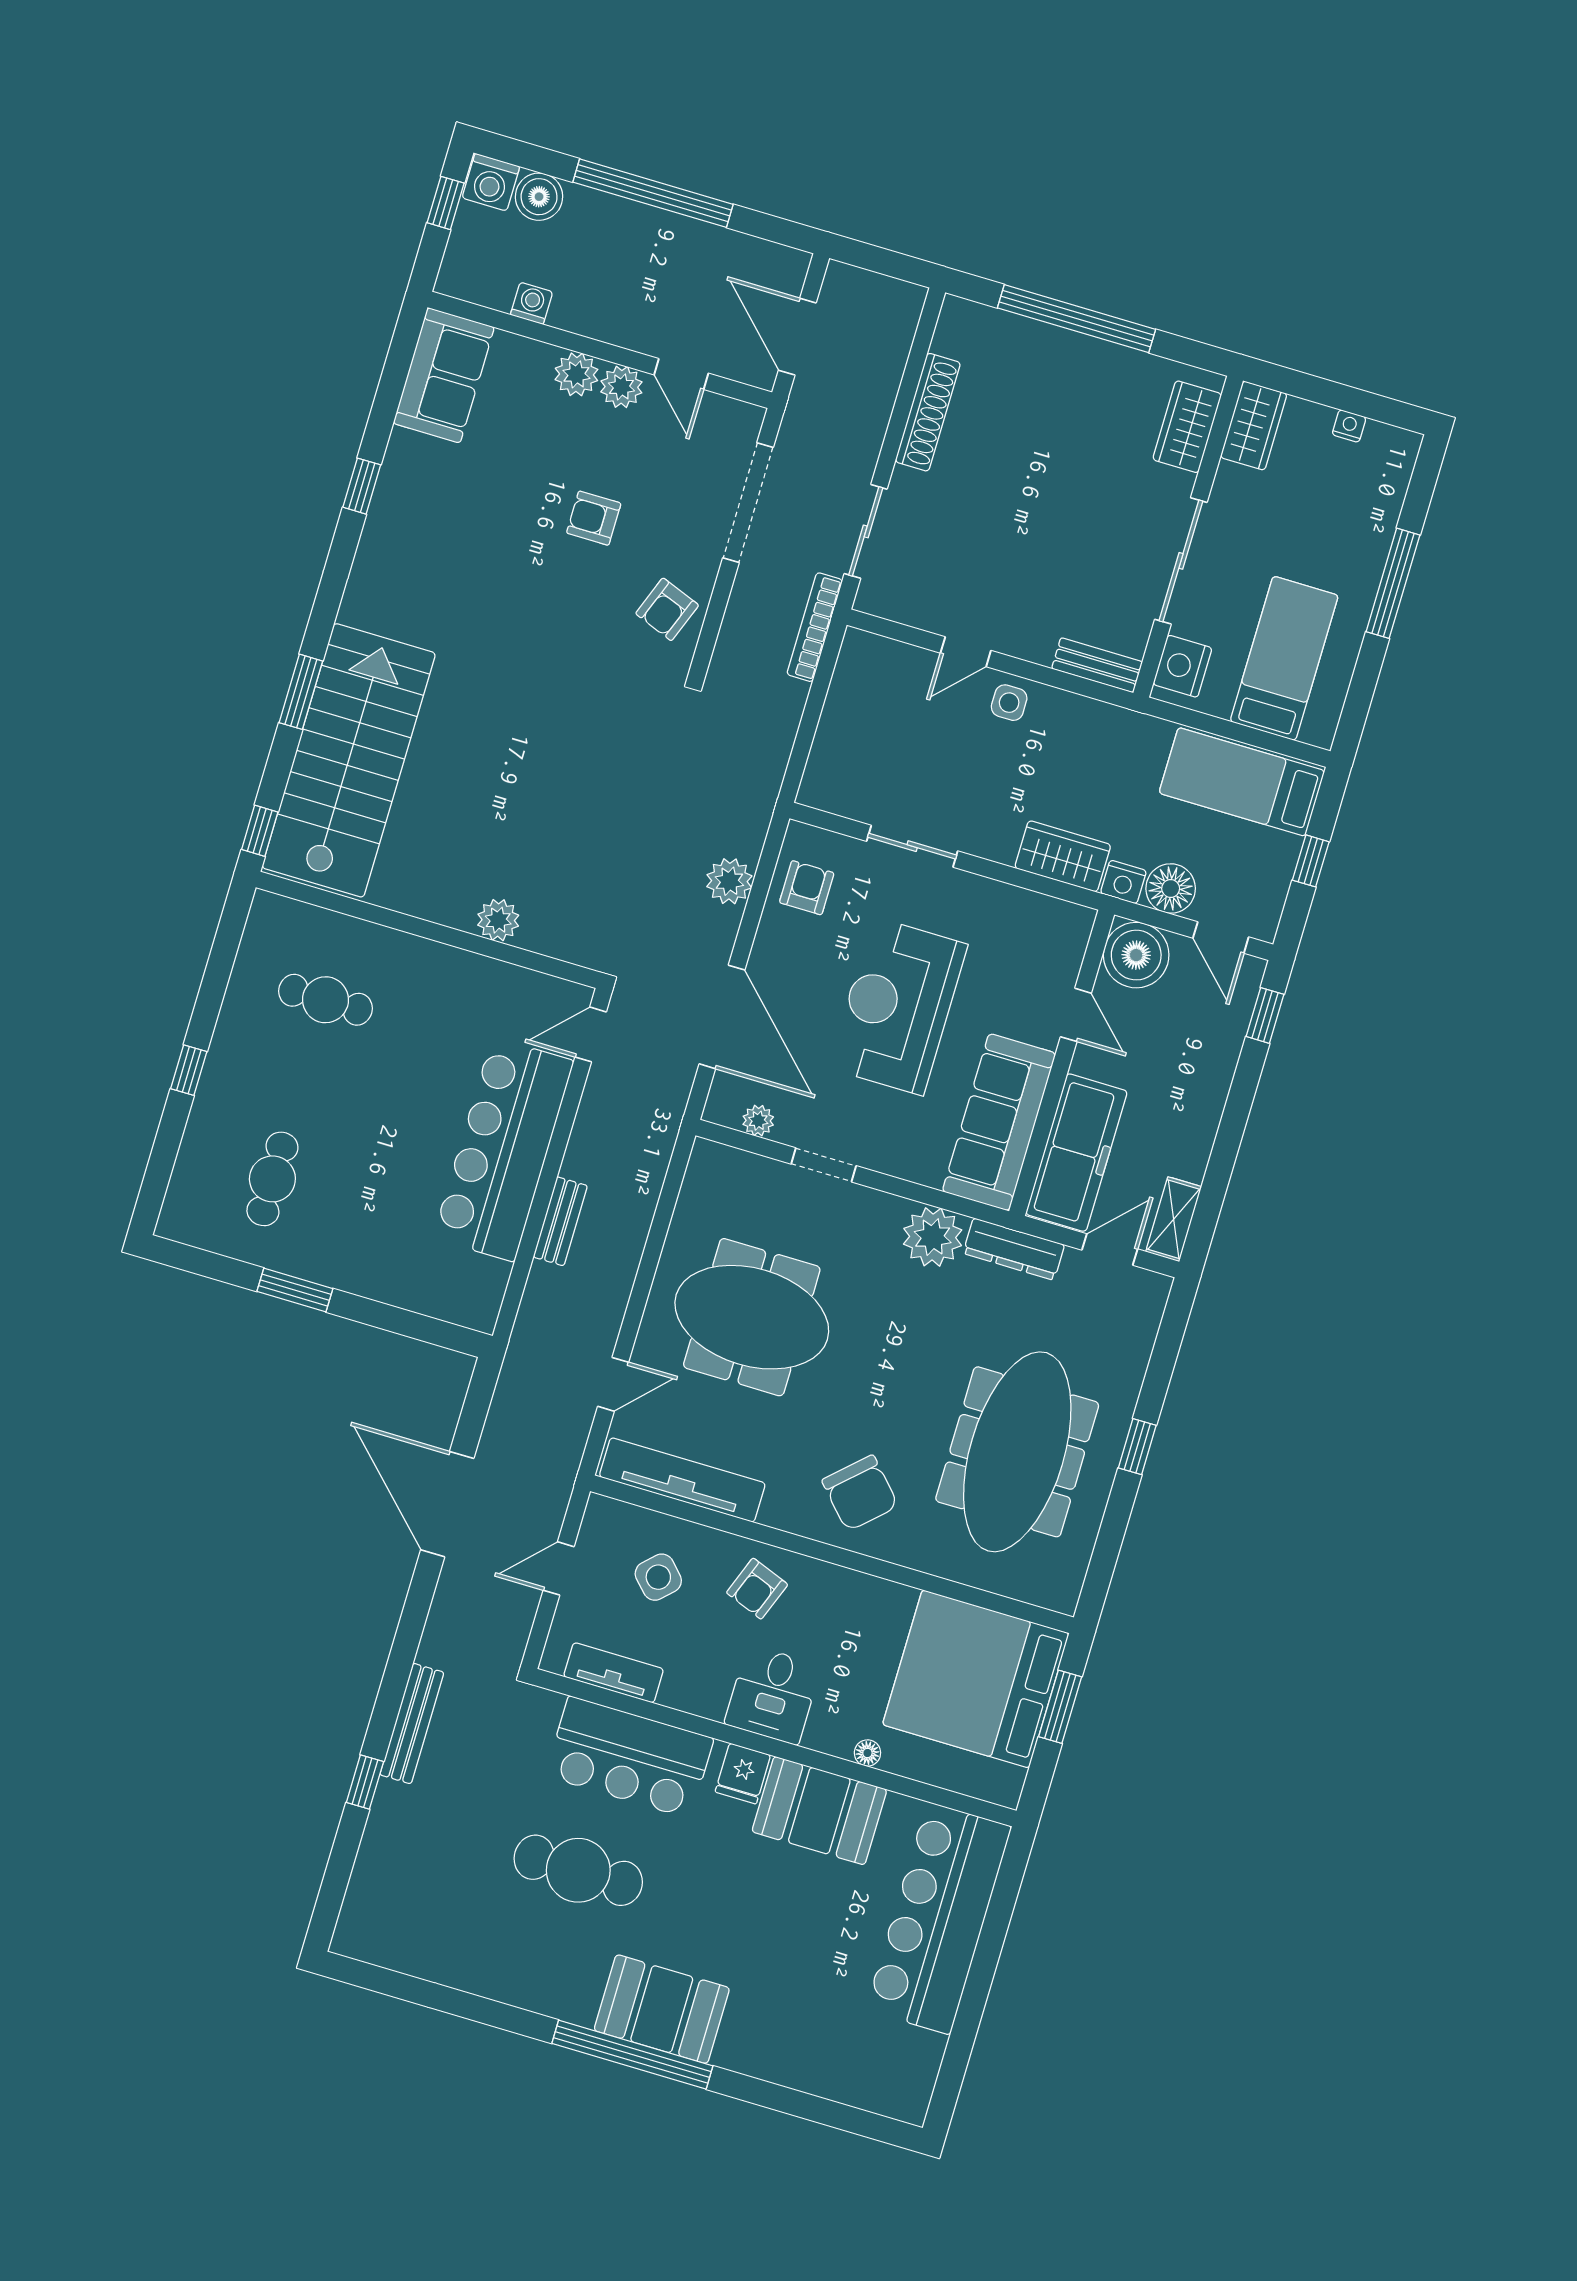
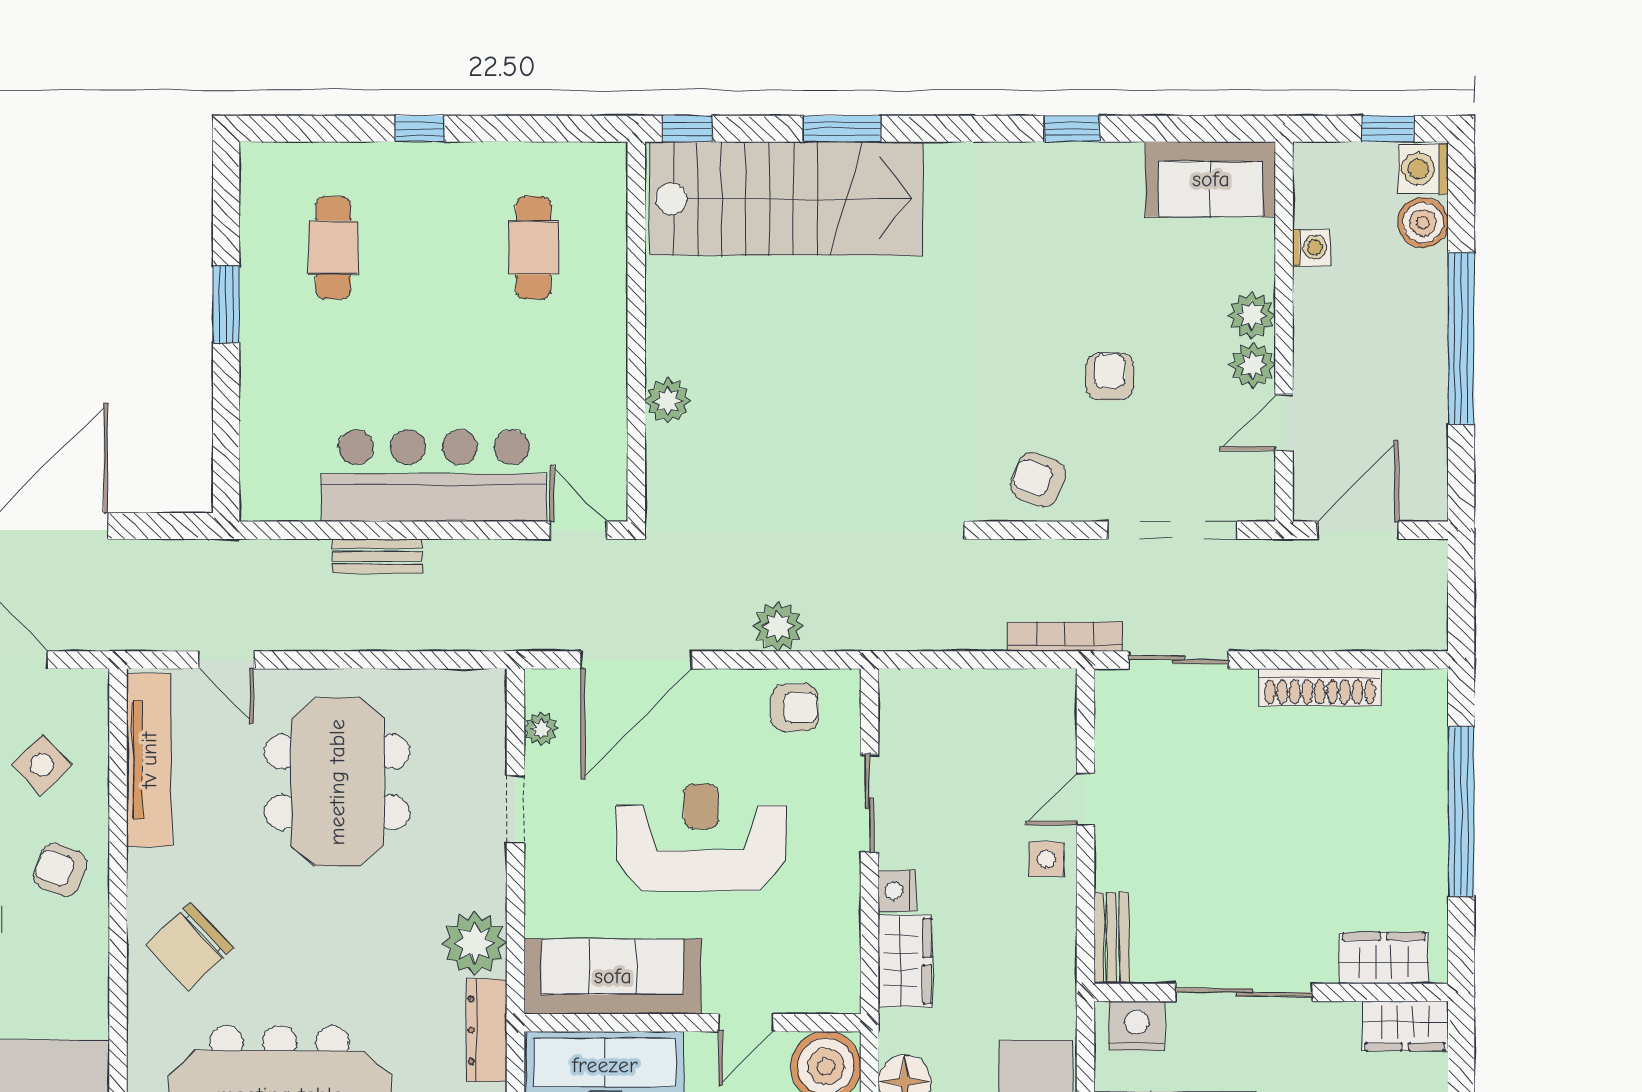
door: (966, 652) -> (1085, 799), hinge flipped
nightstand: (1123, 882) -> (897, 891), moved
cafe table: (272, 1179) -> (333, 248), turned 90

